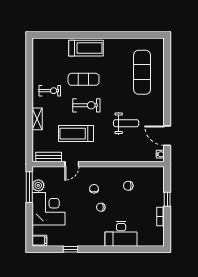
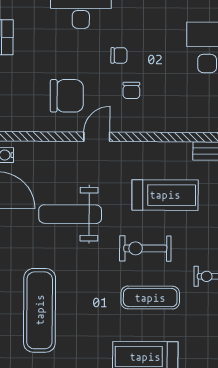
weight bench: (126, 123) -> (70, 214), width x1.36, depth x1.33
door: (72, 164) -> (97, 137), moved
chair: (128, 186) -> (67, 96), width x1.87, depth x1.87

